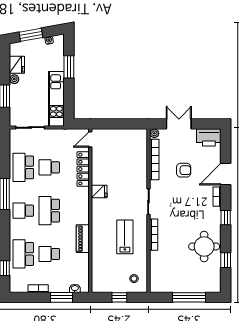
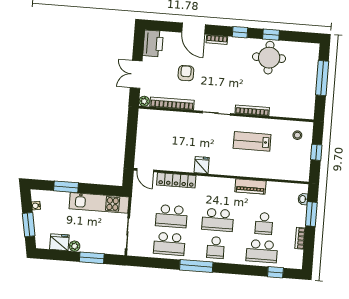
school desk: (49, 167) -> (172, 216), width x1.85
window: (226, 260) -> (271, 35), moved

